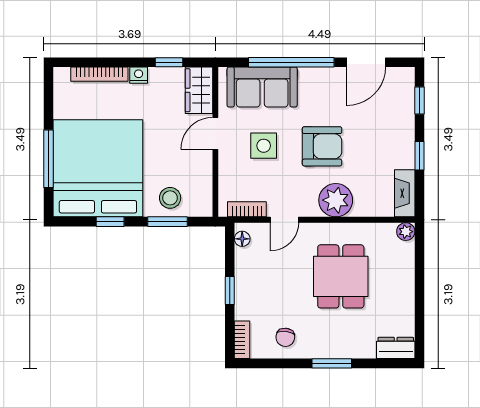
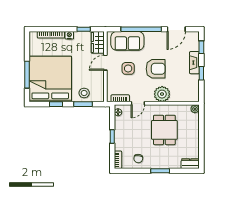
fireplace: (405, 193) -> (194, 63), moved

